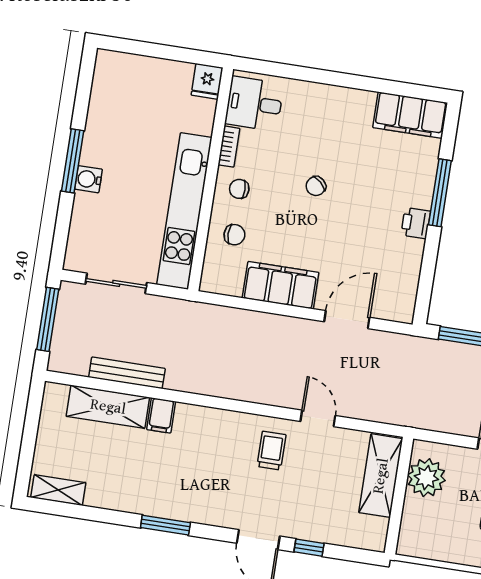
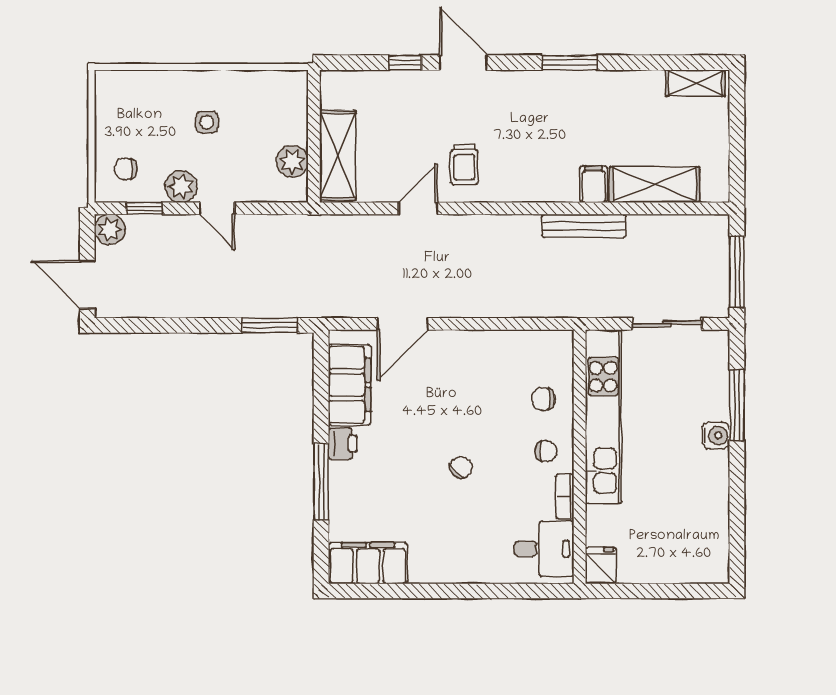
window: (73, 161) -> (737, 405), moved
filing cabinet: (281, 285) -> (349, 385), moved, turned -90
bench: (127, 373) -> (584, 226), moved
door: (318, 418) -> (418, 208), swing flipped
plant: (426, 478) -> (292, 161), width x0.73, depth x0.73

